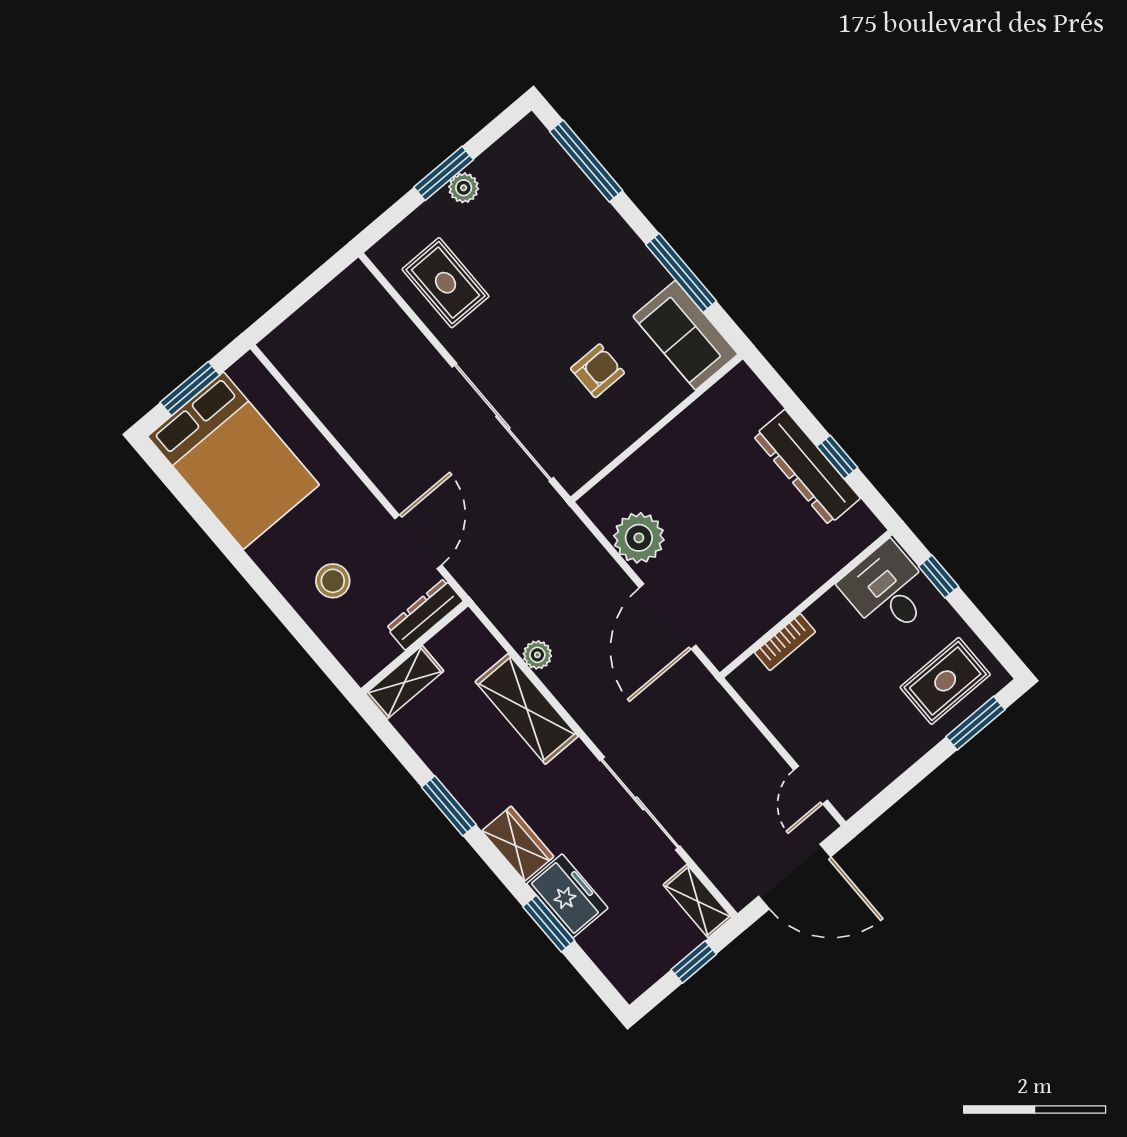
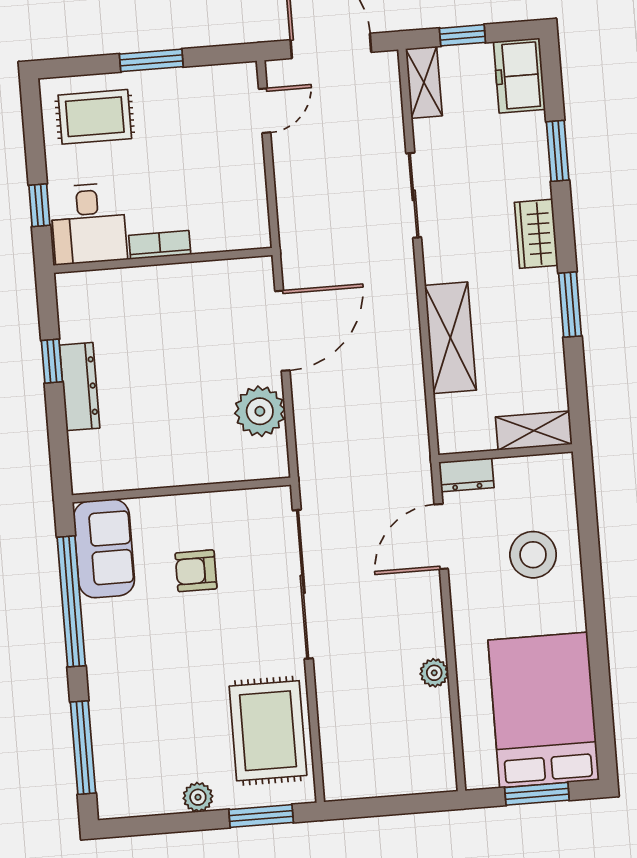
window: (444, 173) -> (261, 816), moved
window: (681, 273) -> (71, 601), width x1.46
rug: (446, 283) -> (268, 731), width x1.36, depth x1.43
dresser: (807, 467) -> (80, 387), width x0.73, depth x0.80
stool: (333, 581) -> (533, 555), width x1.38, depth x1.38
dresser: (425, 614) -> (466, 475), width x0.70
bookcase: (785, 642) -> (160, 245), moved
plant: (537, 655) -> (434, 673), moved
window: (975, 723) -> (151, 60), moved
sliding door: (640, 803) -> (414, 195), width x0.73
freezer: (567, 896) -> (519, 76), moved

